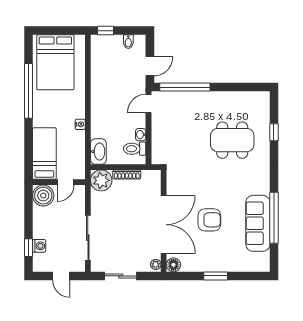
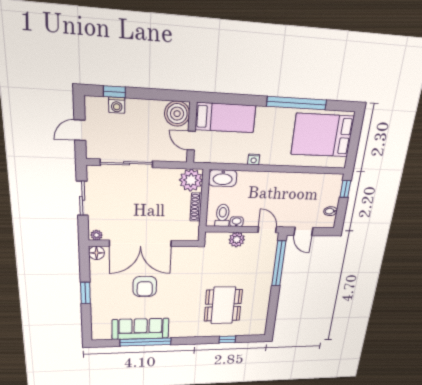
plant: (159, 133) -> (237, 240), added

